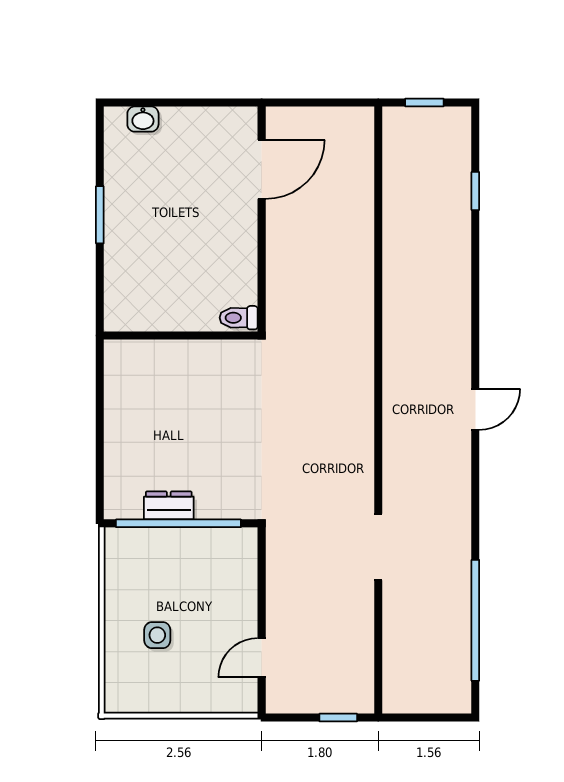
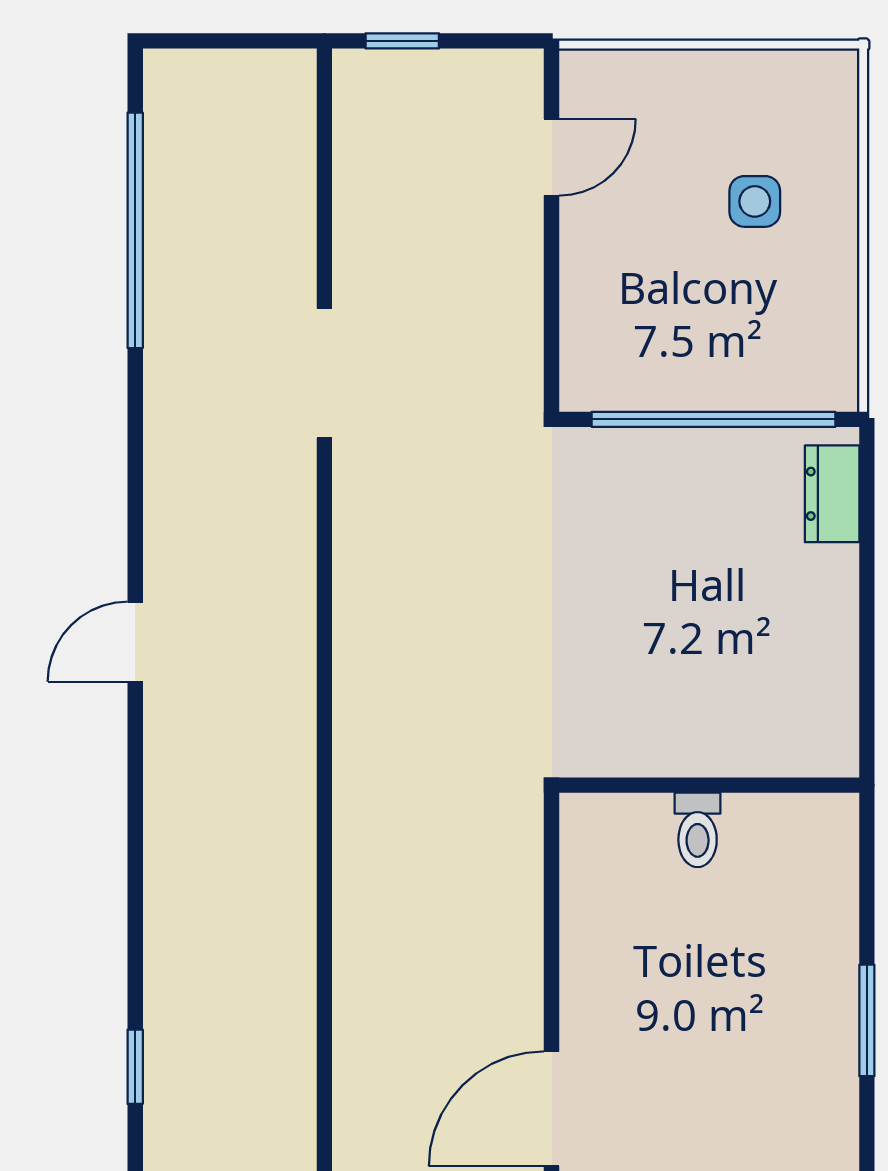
toilet: (239, 318) -> (698, 830), moved, turned 90
dresser: (169, 505) -> (832, 494), moved, turned 90

